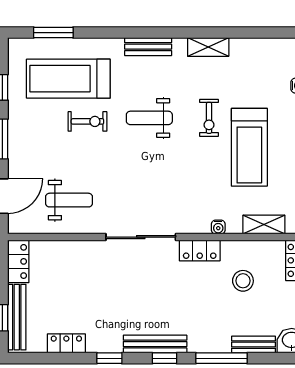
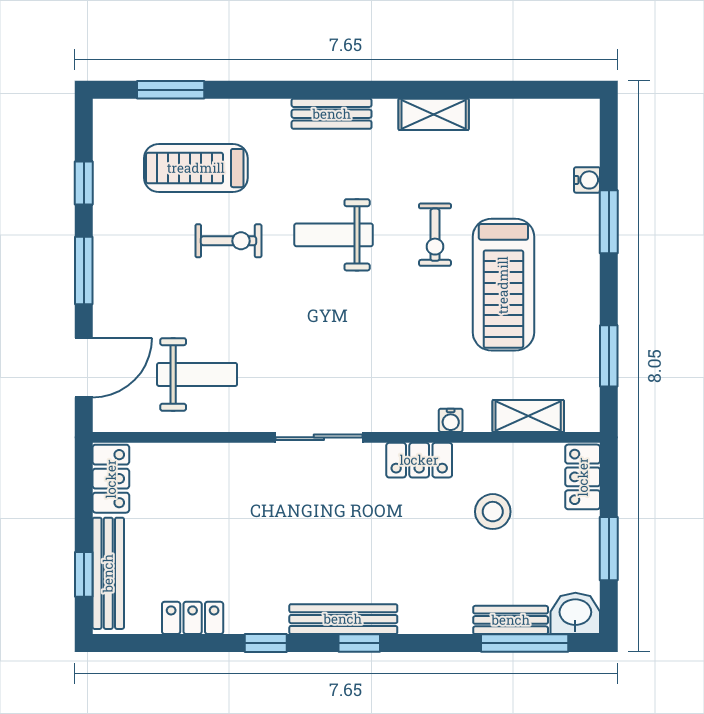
treadmill: (68, 79) -> (196, 168), width x0.73, depth x0.73
sliding door: (141, 237) -> (319, 437), width x0.73
window: (222, 358) -> (525, 643), moved

